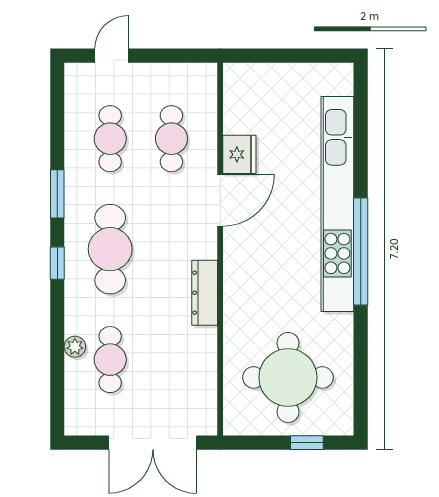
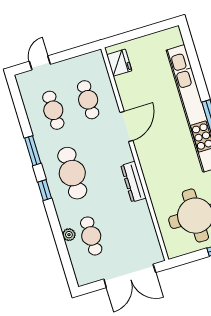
fridge: (239, 154) -> (119, 63), moved

